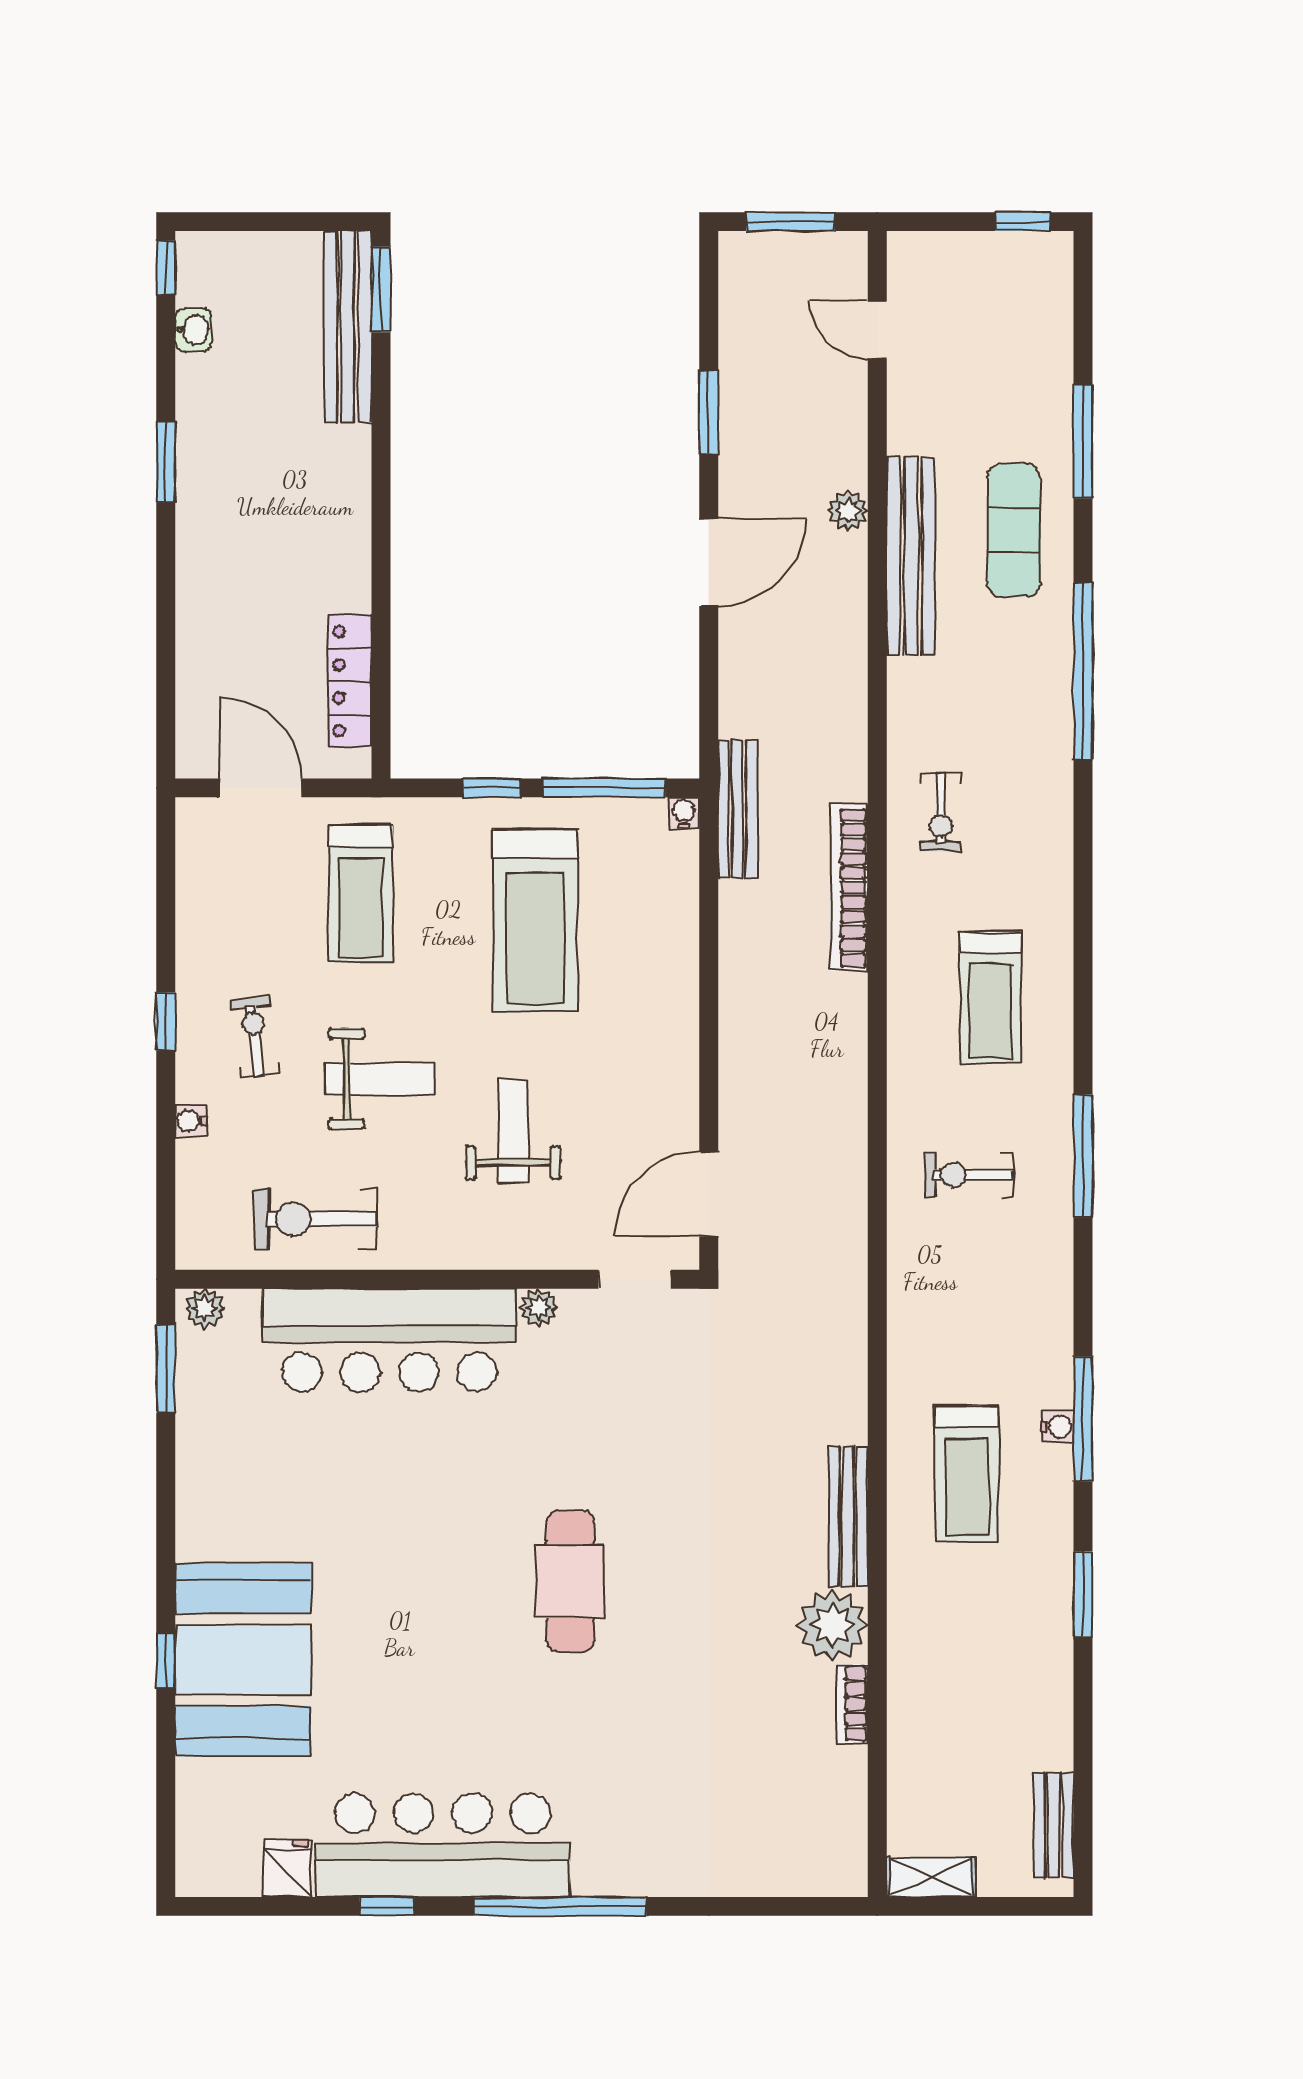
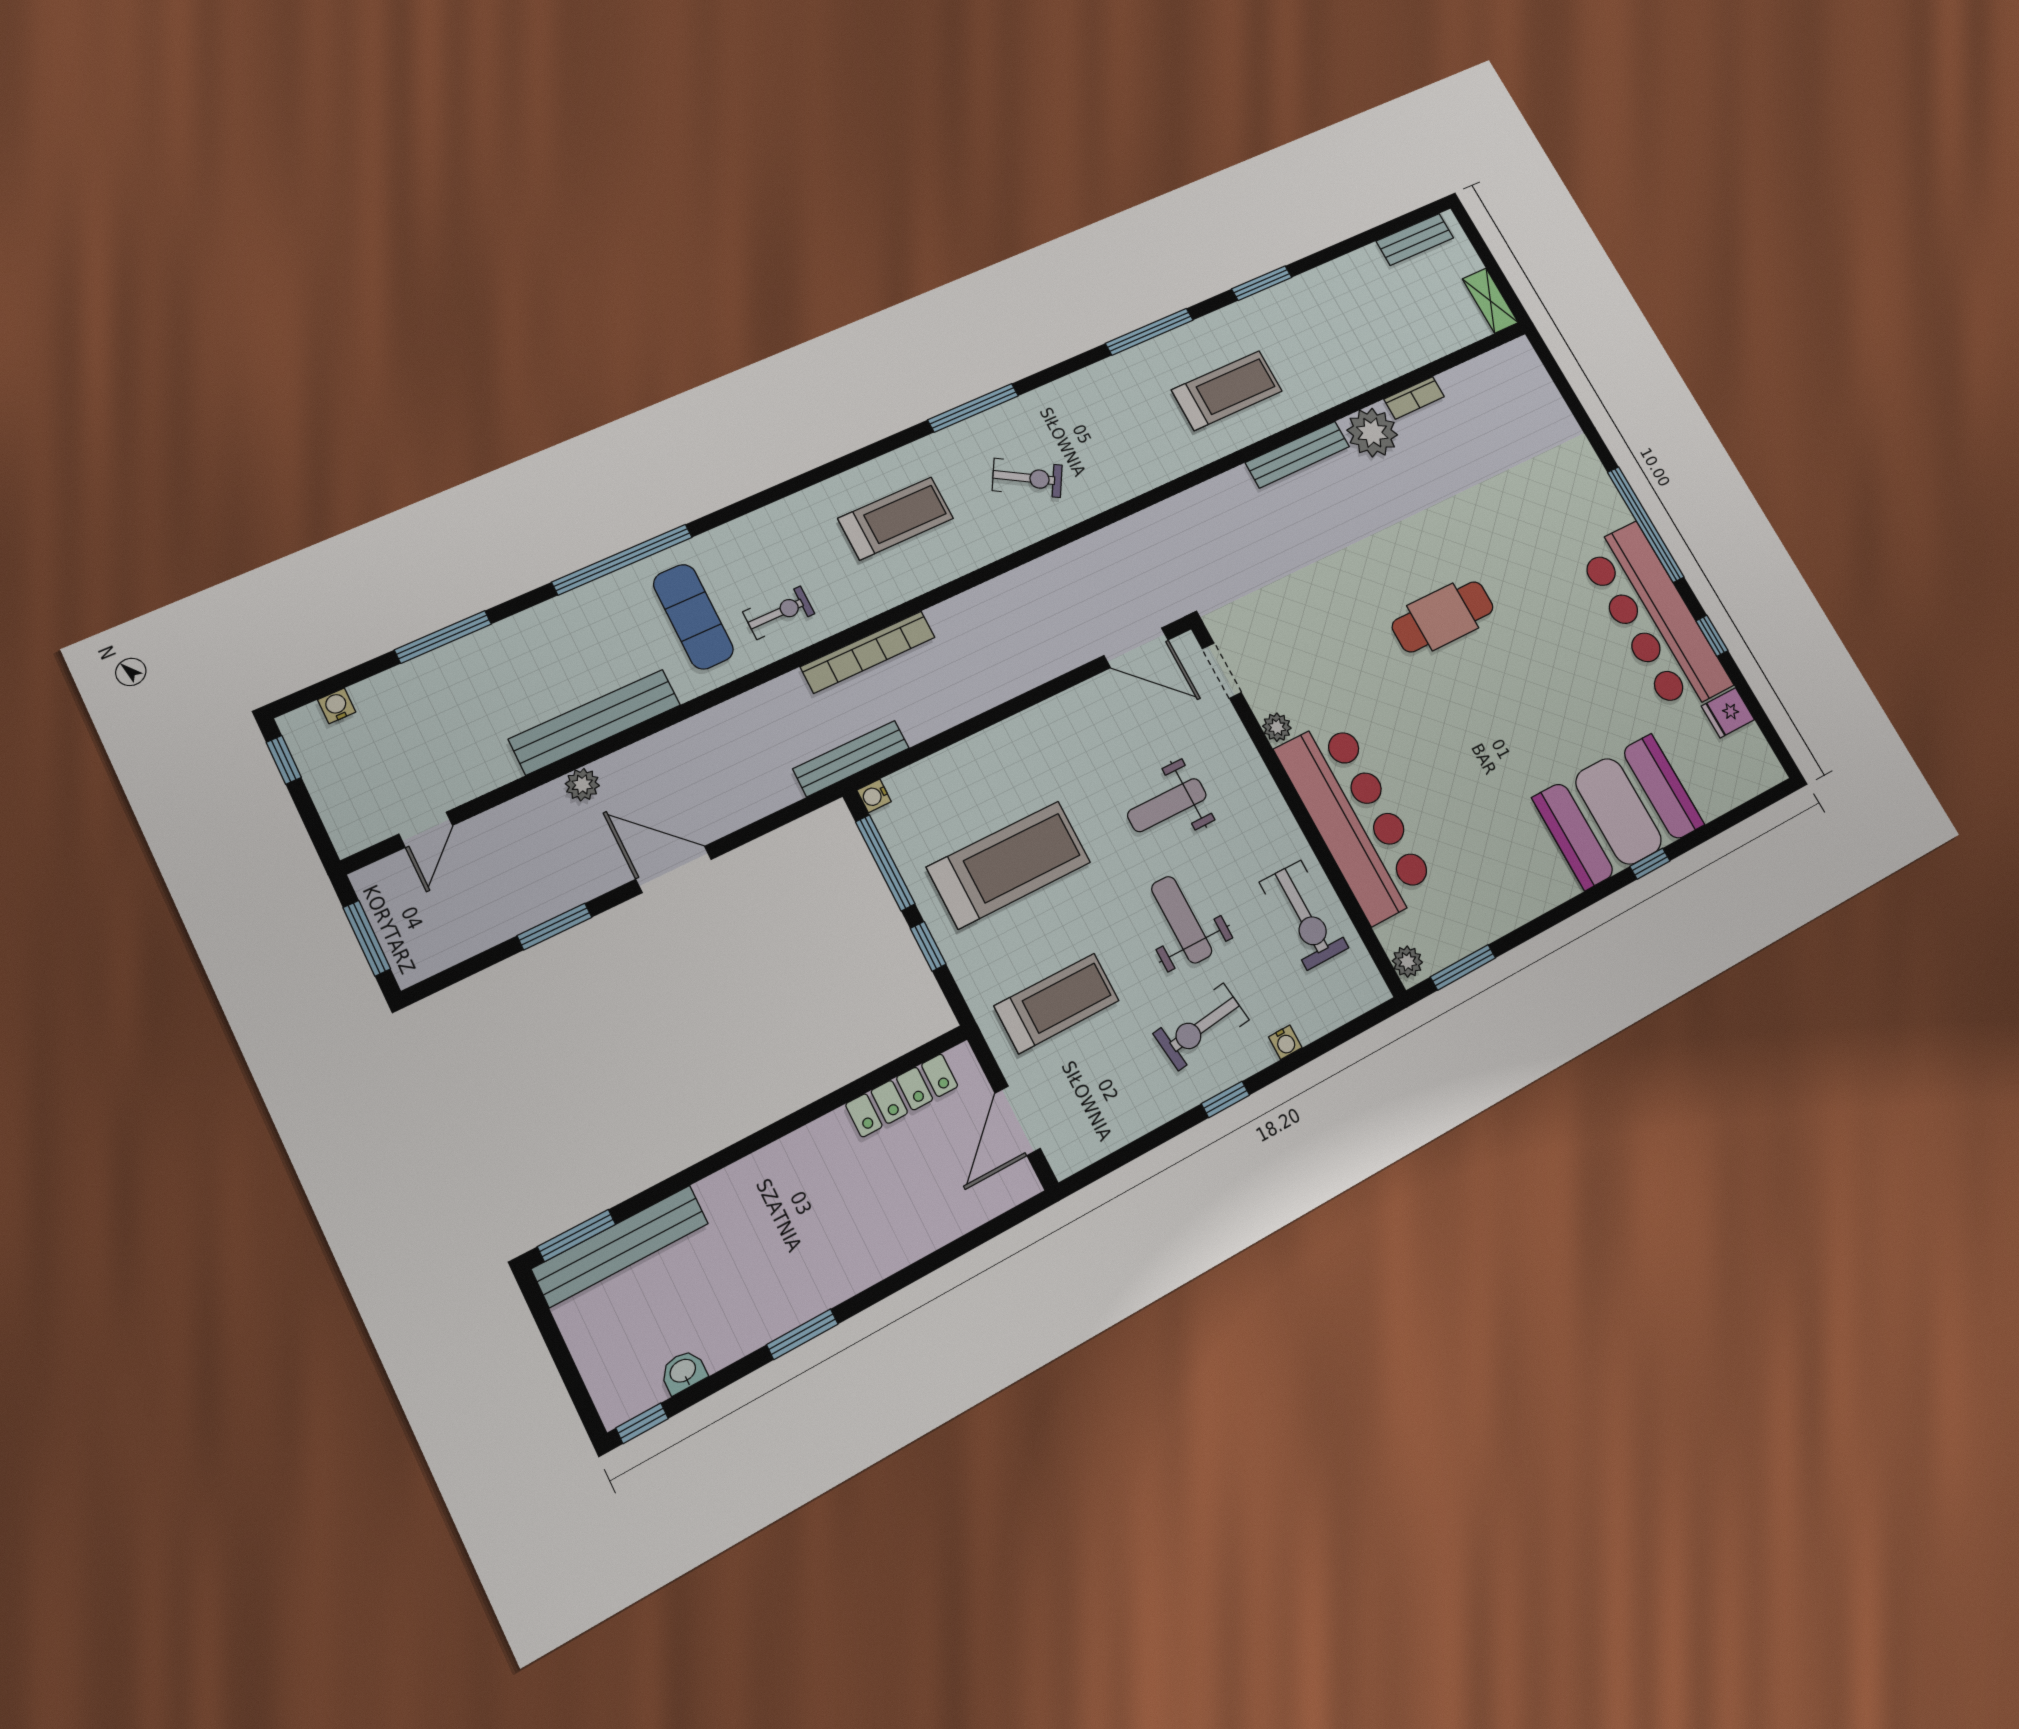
exercise mat: (1014, 530) -> (693, 617), moved, turned 90
exercise bike: (255, 1037) -> (1201, 1027), width x1.38, depth x1.39
exercise bike: (969, 1175) -> (1027, 478), turned -59
water cooler: (1057, 1427) -> (337, 706), moved

